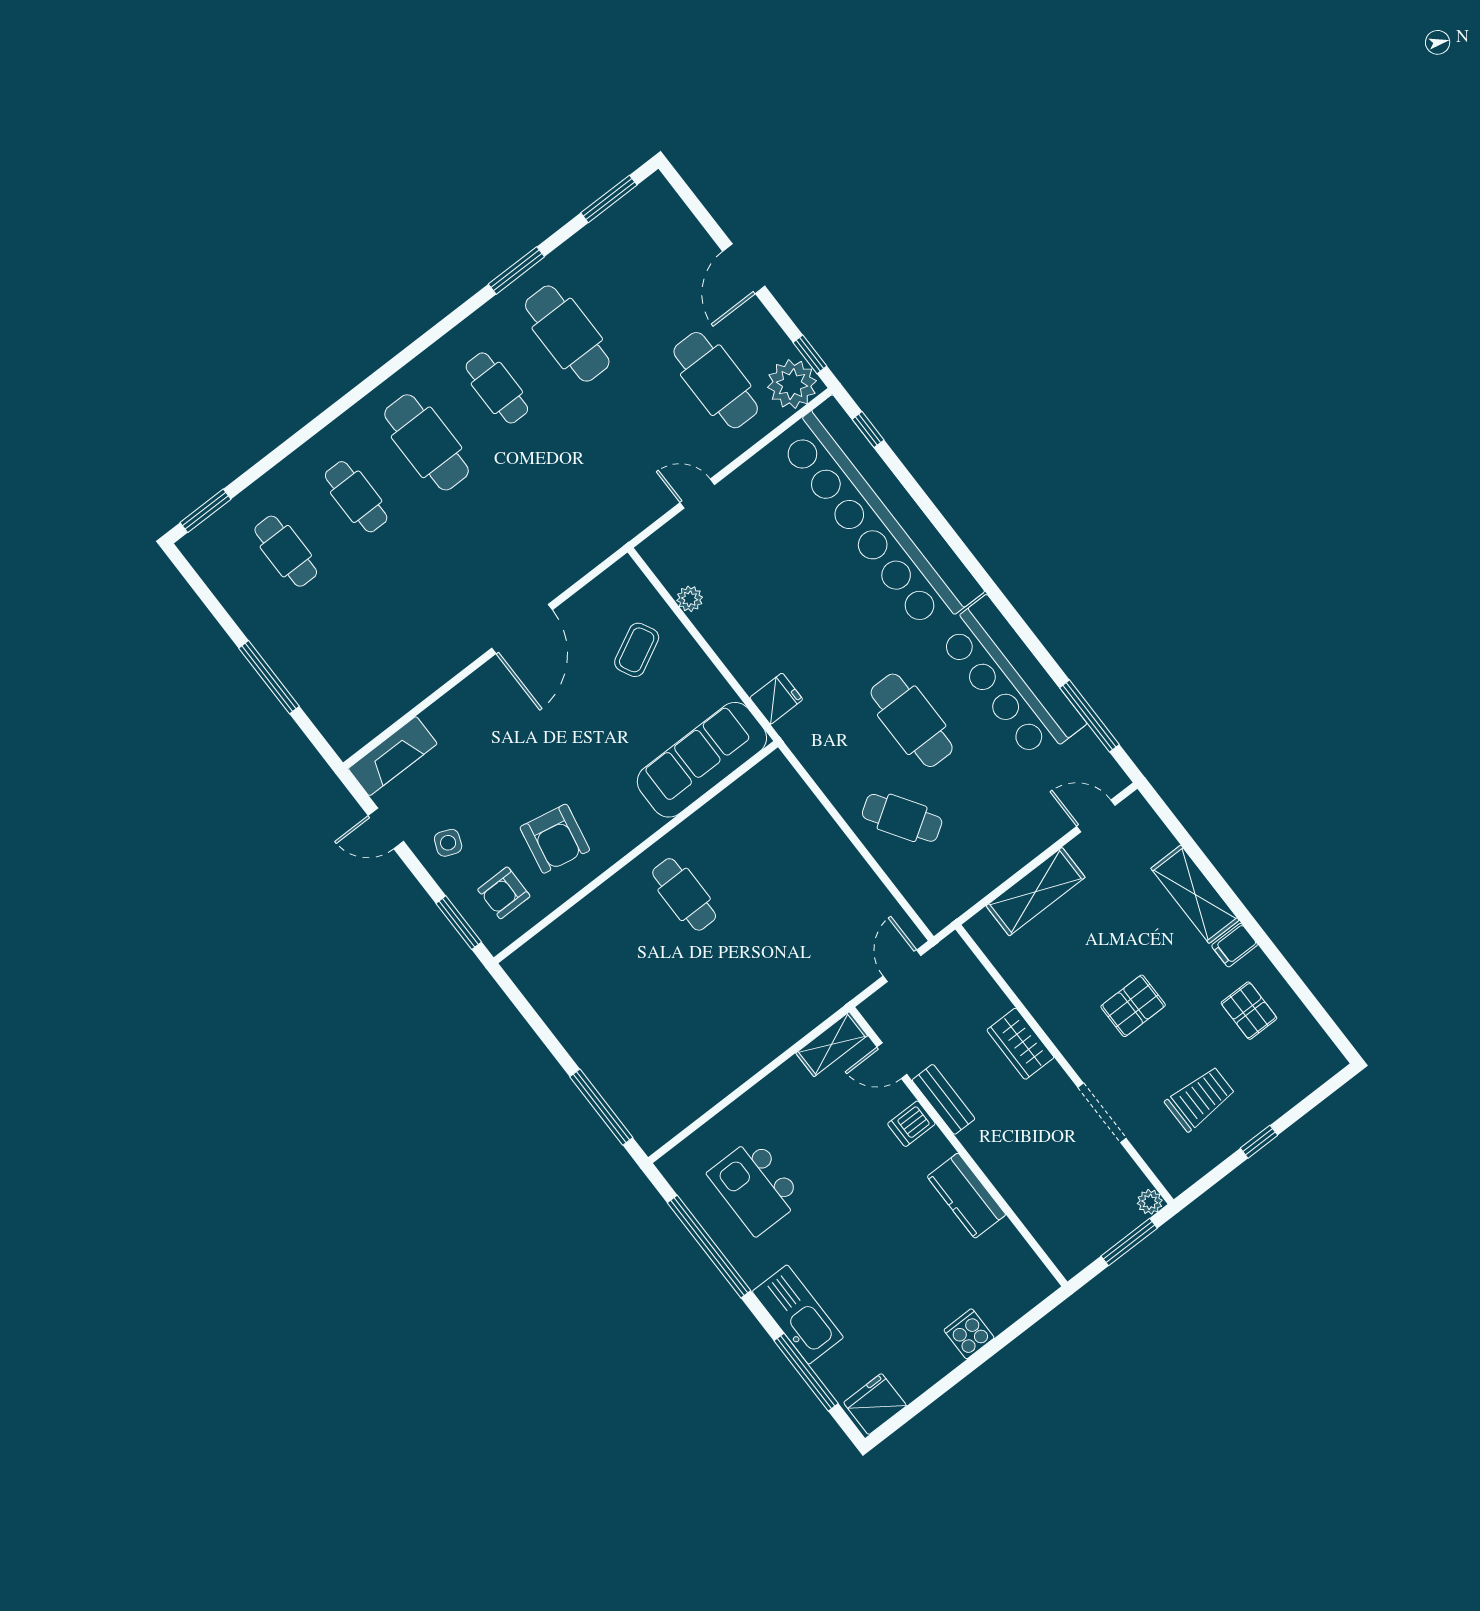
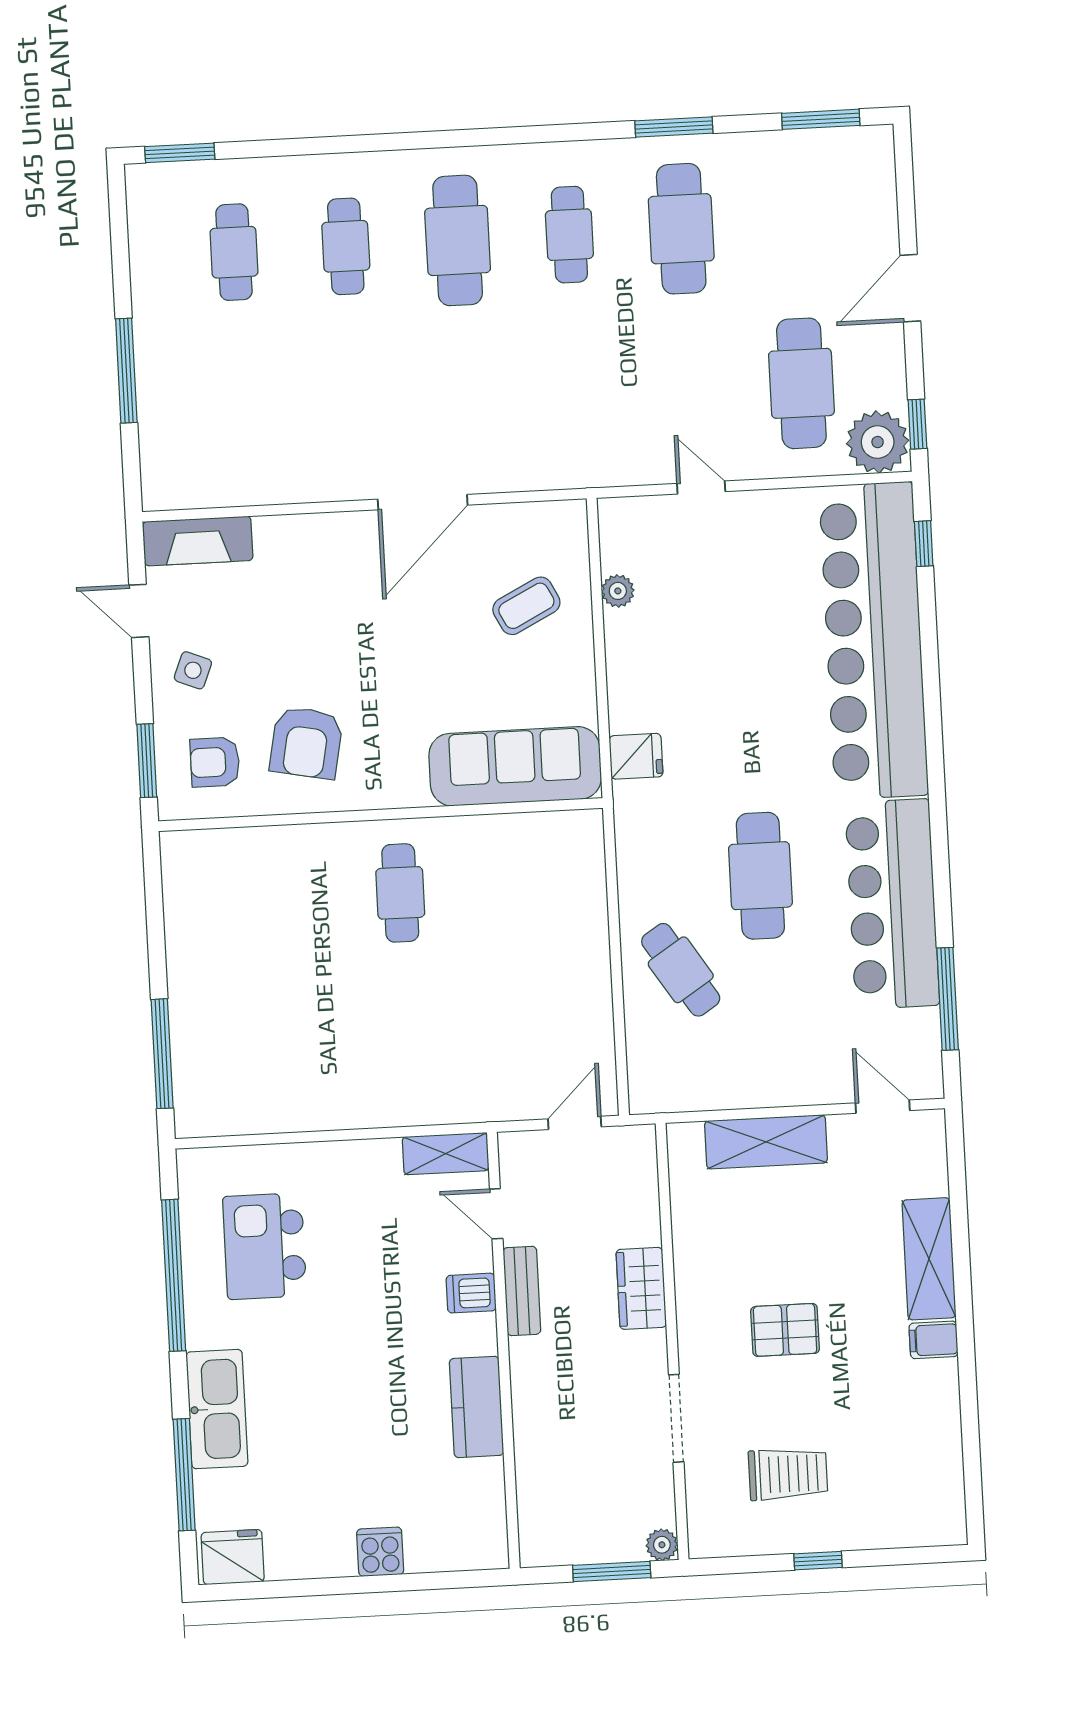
pallet: (1249, 1011) -> (902, 1418), removed

